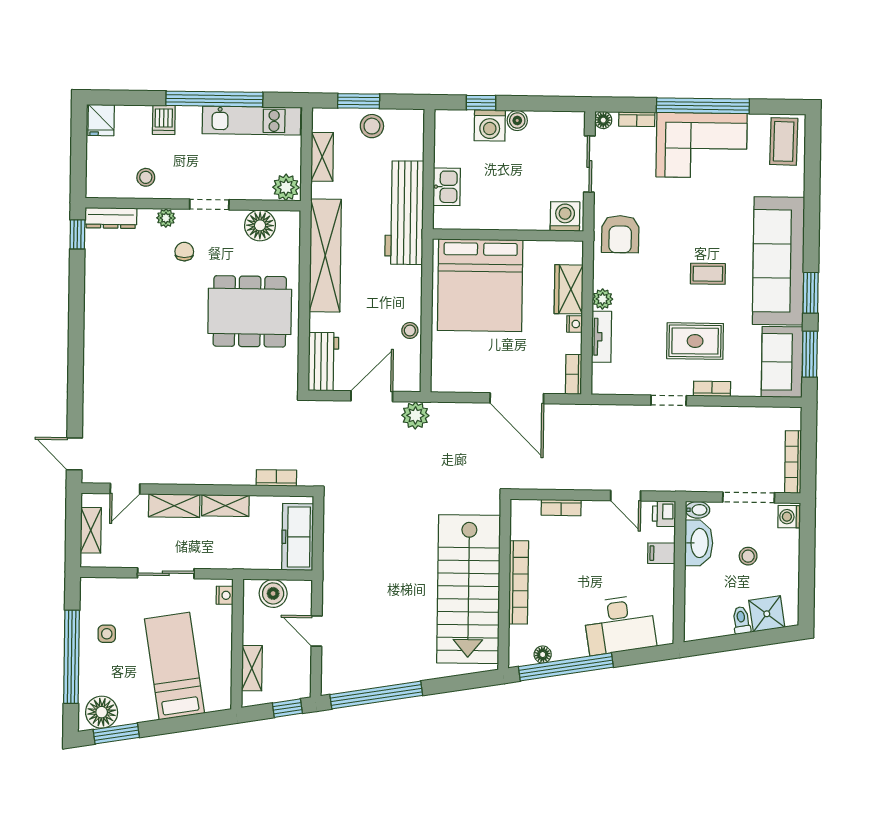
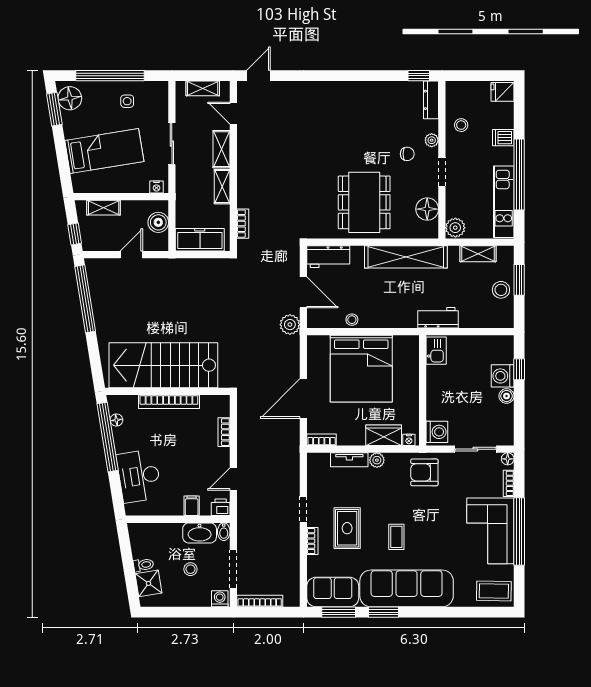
kitchen sink: (447, 187) -> (436, 351), moved, turned -90
workbench: (404, 213) -> (438, 318), width x0.53, depth x0.76
bed: (480, 285) -> (361, 369), moved, turned -90
nightstand: (575, 324) -> (409, 440), moved

